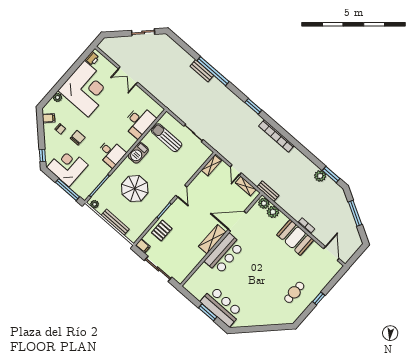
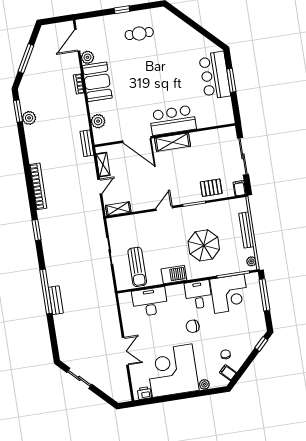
chair: (78, 138) -> (193, 326), moved
corner desk: (67, 166) -> (229, 294), moved, turned -90
plant: (264, 203) -> (88, 57), moved

